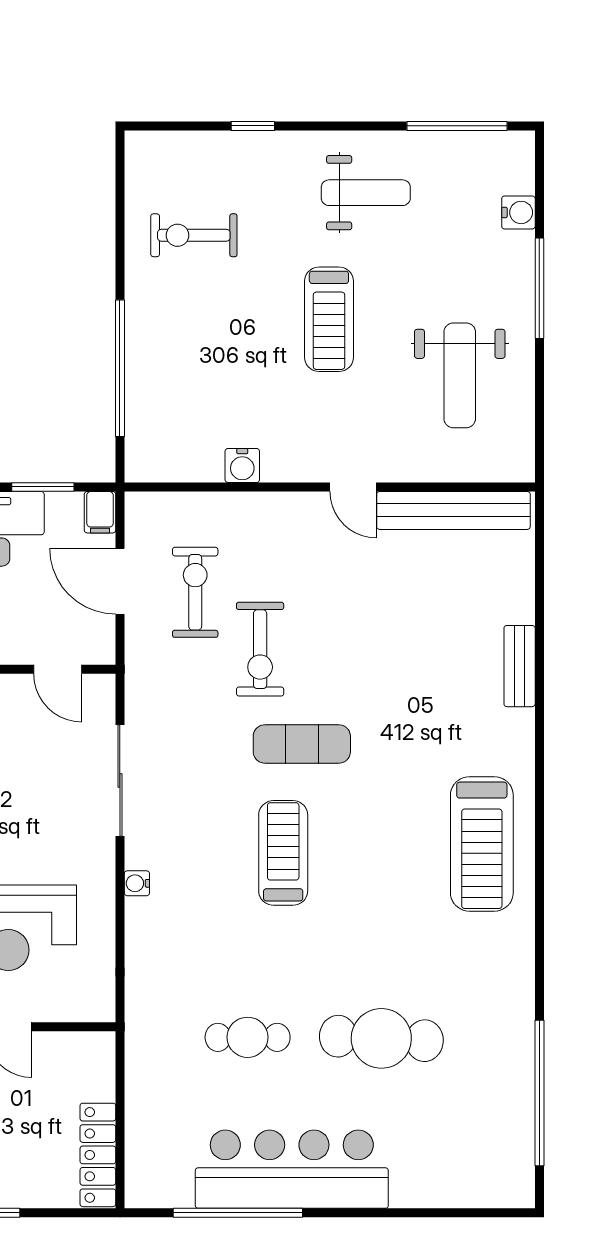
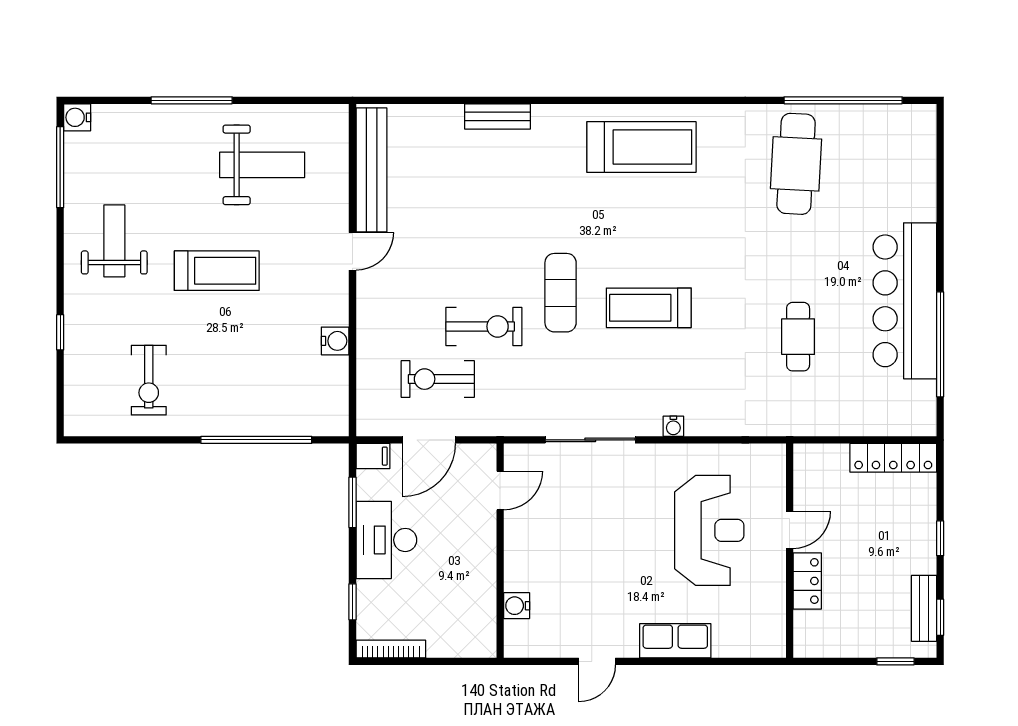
water cooler: (518, 212) -> (77, 117), moved, turned -90
cafe table: (381, 1038) -> (796, 164), moved

